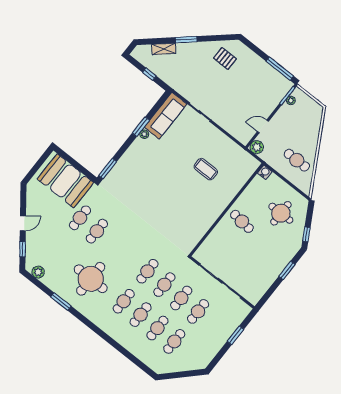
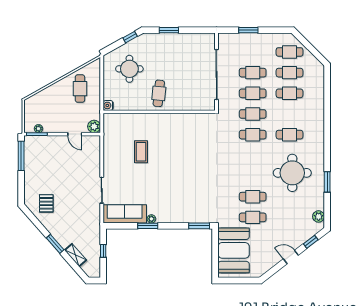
cafe table: (141, 315) -> (290, 52), moved

